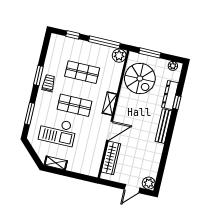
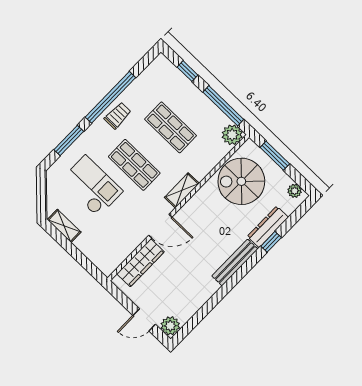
window: (38, 75) -> (110, 97), width x2.11
spiral stairs: (140, 78) -> (241, 181), turned 90
checkout: (58, 131) -> (92, 186), turned 180

